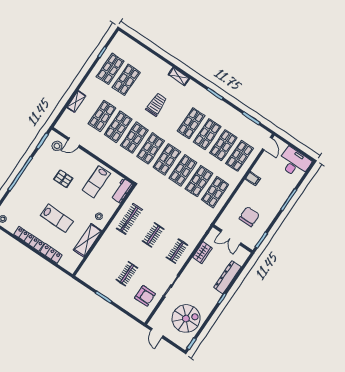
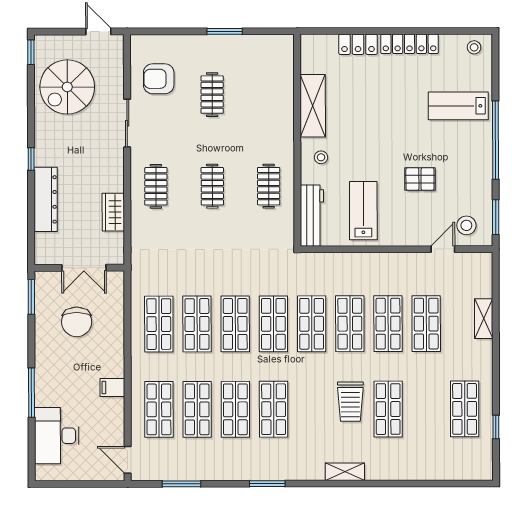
shop shelf: (126, 80) -> (388, 409), moved
desk: (294, 163) -> (57, 436), moved, turned 90
workbench: (122, 191) -> (312, 216), width x1.38
lab bench: (57, 218) -> (458, 106), moved
clothes rail: (129, 219) -> (269, 186), width x0.73
double door: (231, 237) -> (84, 268), swing flipped

